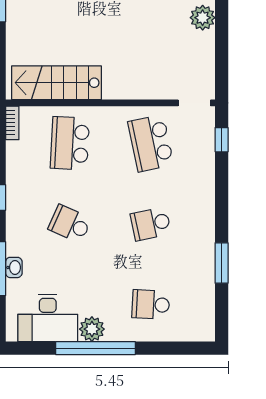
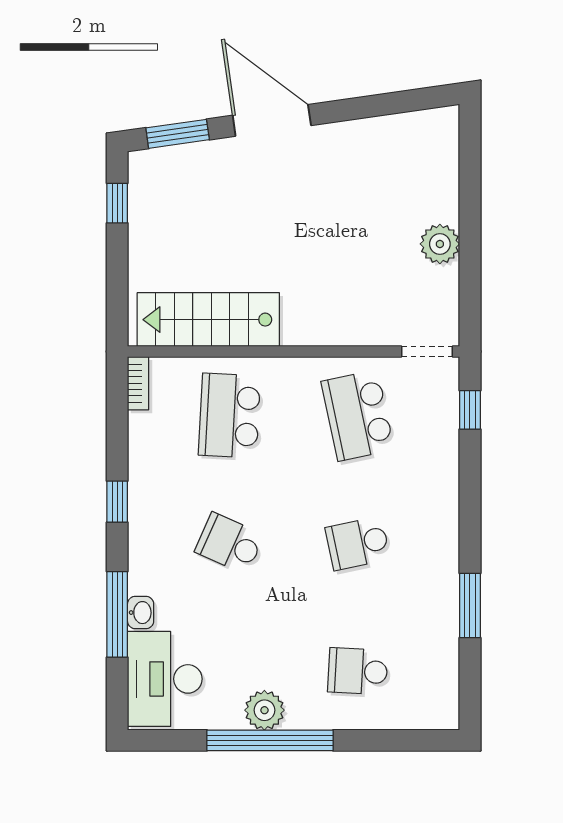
plant: (203, 18) -> (440, 244), moved
desk: (48, 318) -> (165, 679), moved, turned 90

